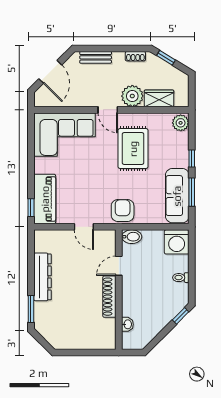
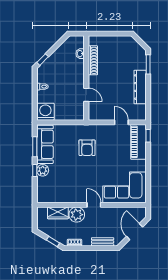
plant: (181, 123) -> (43, 170), moved
rug: (133, 149) -> (76, 178), removed
armchair: (123, 211) -> (87, 148), moved
door: (84, 227) -> (121, 122), moved
bidet: (132, 237) -> (77, 115), removed
door: (119, 266) -> (86, 95), hinge flipped
shoe rack: (109, 297) -> (93, 60), moved

